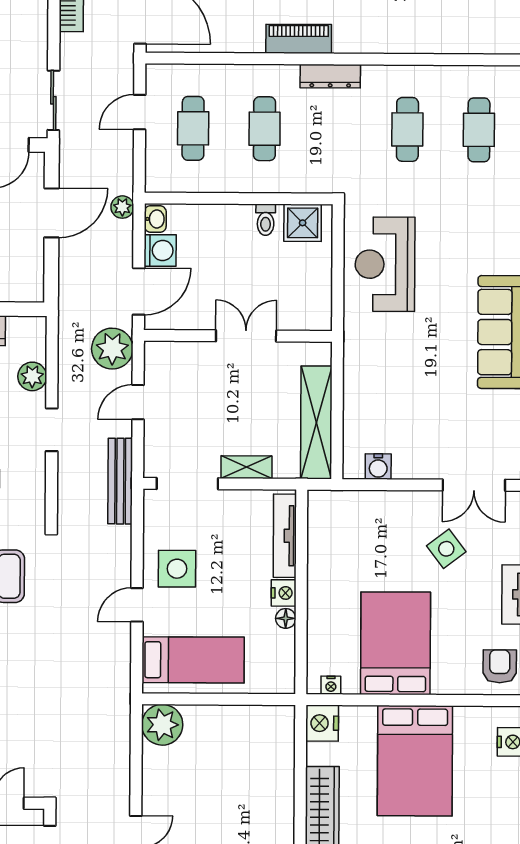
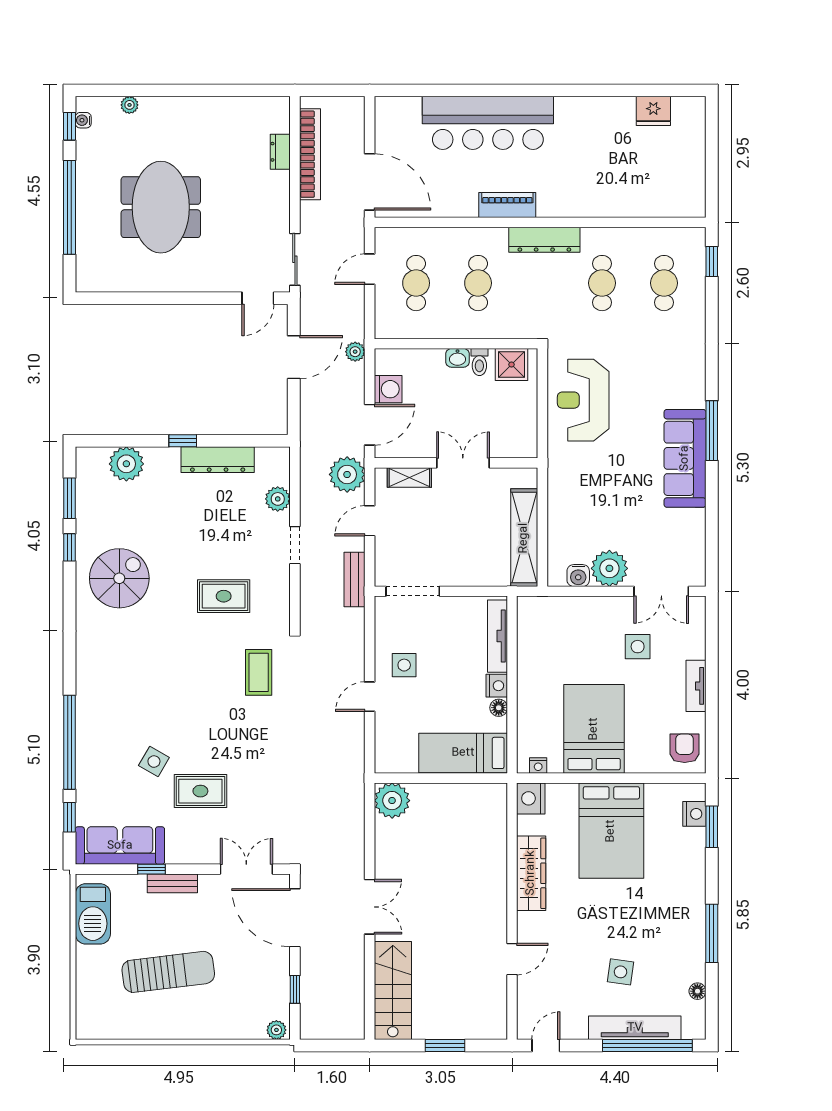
dresser: (330, 76) -> (544, 240), width x1.37, depth x1.24
washbasin: (155, 219) -> (458, 358), moved, turned 90
plant: (414, 458) -> (609, 568), added
shelving: (247, 467) -> (409, 477), moved
bench: (120, 481) -> (354, 579), width x0.73
side table: (446, 549) -> (638, 647), turned 37
side table: (177, 569) -> (404, 665), width x0.73, depth x0.73
bed: (193, 660) -> (463, 753), moved, turned 180

